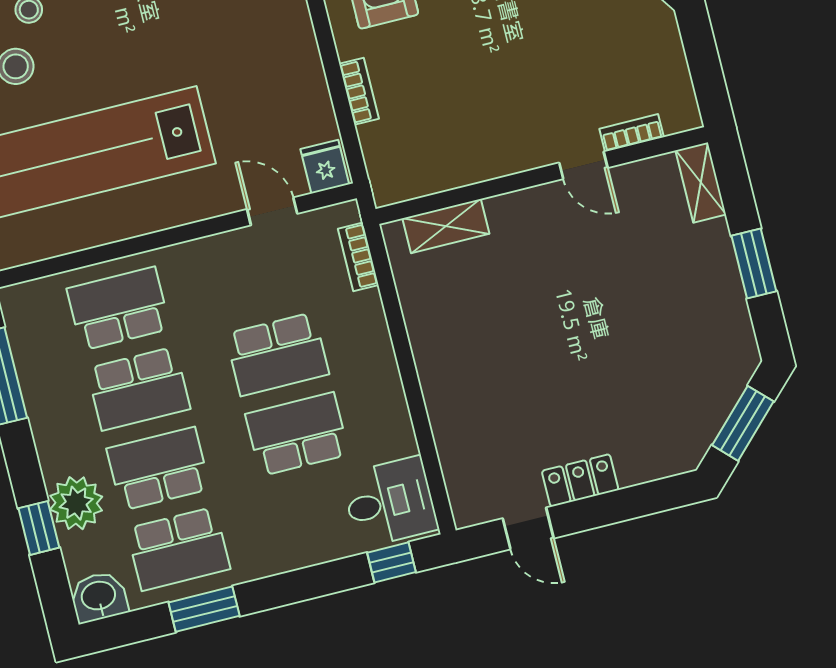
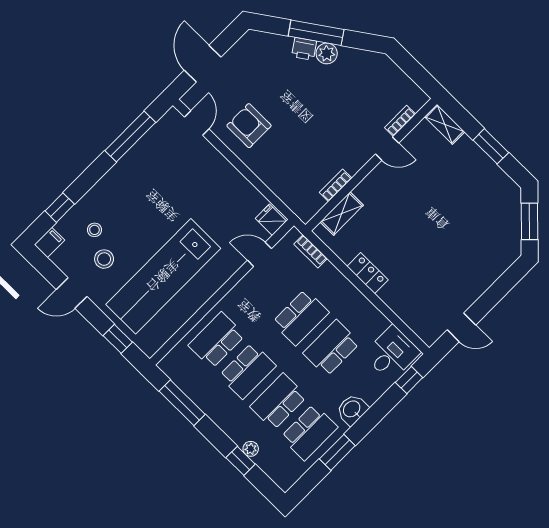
bookcase: (359, 91) -> (336, 185), moved, turned -90
locker: (580, 480) -> (368, 273), moved, turned 90
plant: (76, 503) -> (251, 449), width x0.53, depth x0.53
washbasin: (99, 597) -> (352, 409), moved

